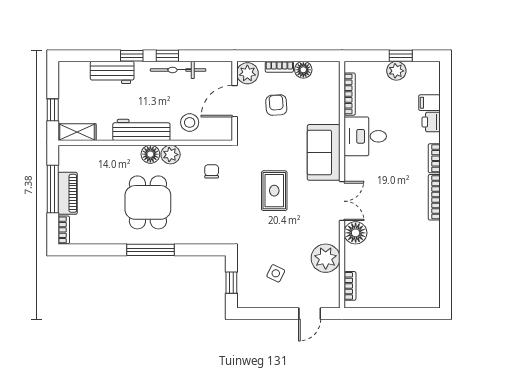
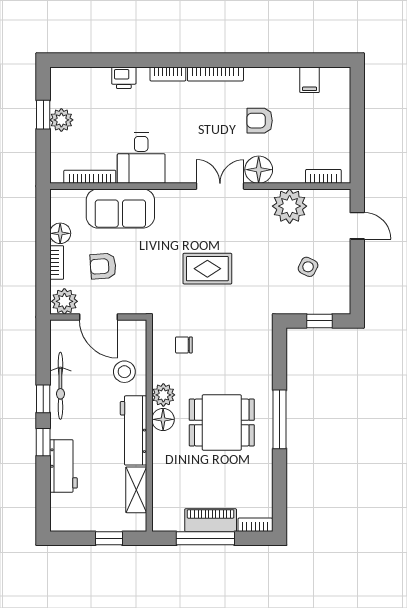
filing cabinet: (429, 103) -> (310, 80), moved
shelving: (77, 132) -> (136, 490), moved
sofa: (324, 152) -> (120, 208), moved
armchair: (396, 234) -> (260, 121), added

